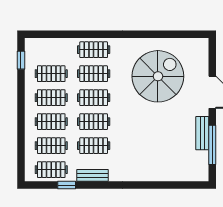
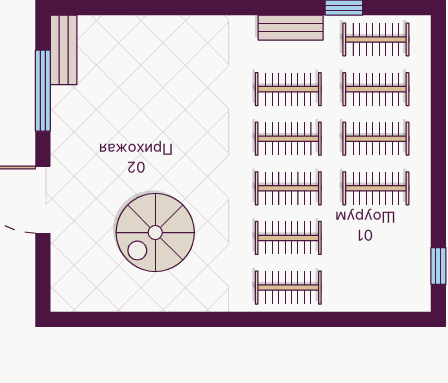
clothes rail: (51, 74) -> (376, 238), removed
spiral stairs: (158, 76) -> (155, 233), width x0.73, depth x0.73
bench: (202, 133) -> (64, 50), moved

